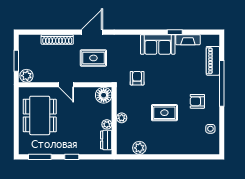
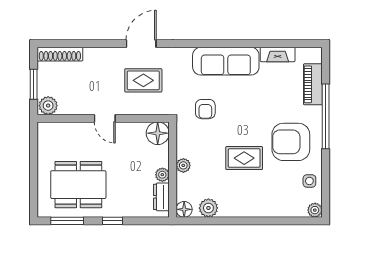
window: (175, 32) -> (259, 44), removed
shoe rack: (57, 39) -> (60, 54), moved
sofa: (158, 44) -> (226, 61), width x1.36
armchair: (137, 78) -> (205, 109), turned 180
armchair: (197, 101) -> (291, 142), width x1.88, depth x1.88
dining table: (40, 115) -> (78, 185), moved, turned 90
floor lamp: (122, 149) -> (184, 209), added
plant: (214, 149) -> (315, 210), added

